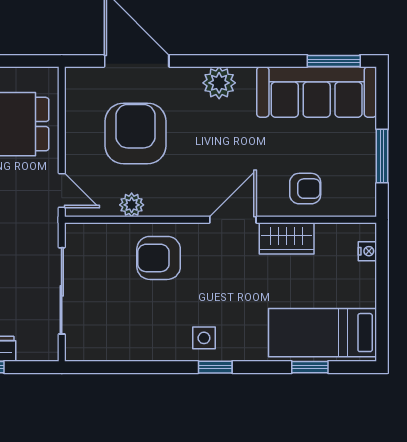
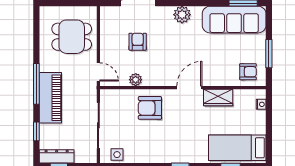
armchair: (136, 133) -> (138, 42), width x0.53, depth x0.53
armchair: (305, 189) -> (248, 72), moved
side table: (204, 338) -> (117, 155), moved

